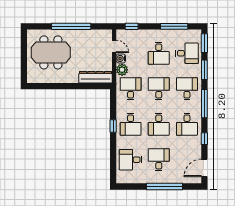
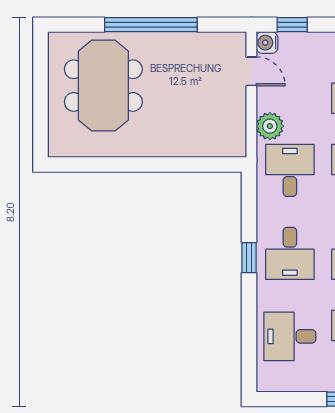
meeting table: (51, 52) -> (103, 86), turned 90
water cooler: (121, 58) -> (267, 43), moved
dresser: (96, 77) -> (208, 144), removed

